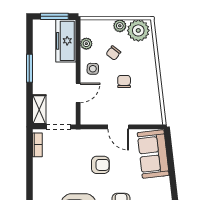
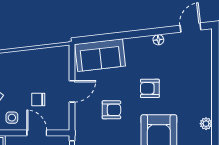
chair: (124, 82) -> (38, 100), moved
armchair: (100, 165) -> (111, 110), turned 90

